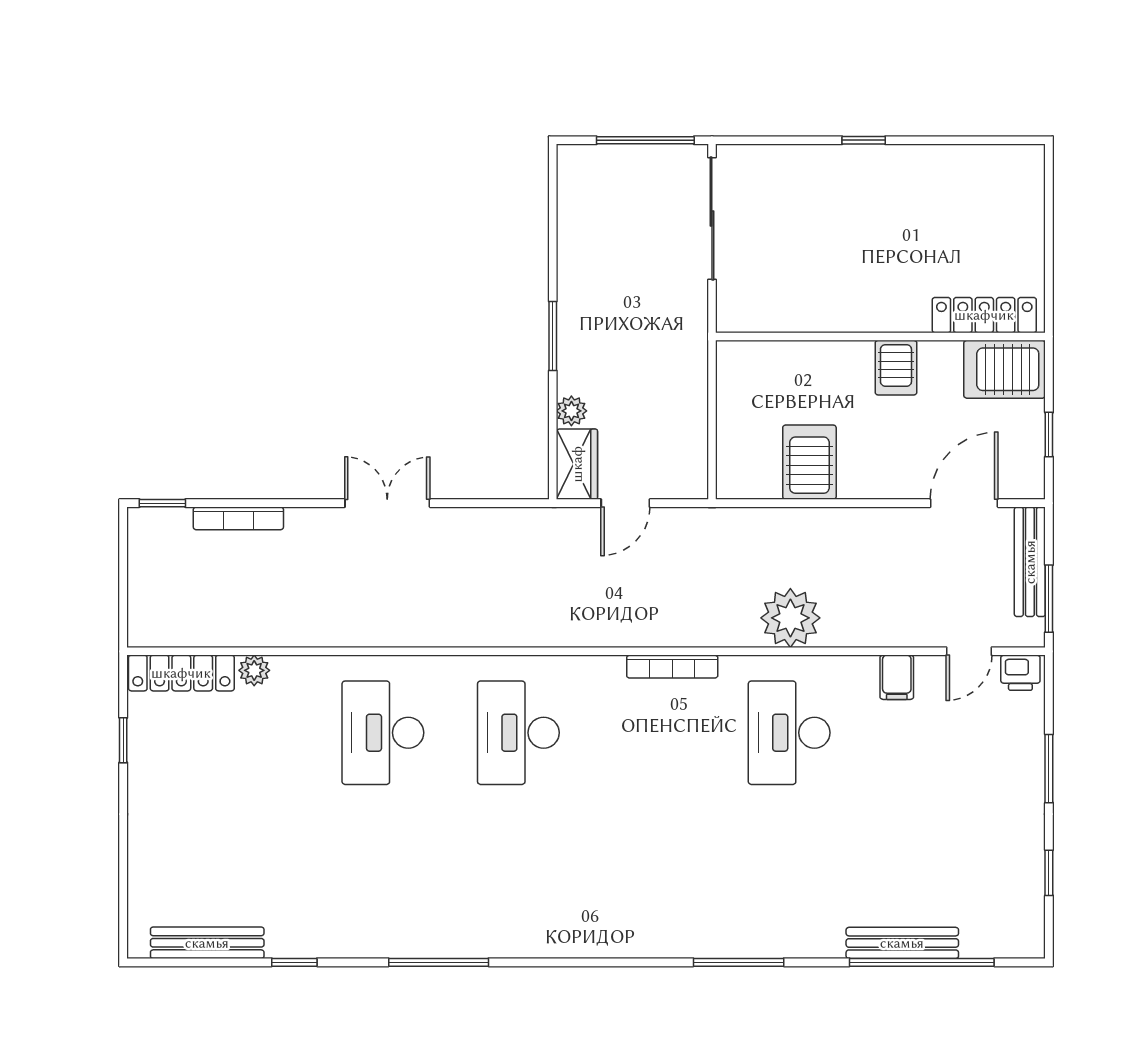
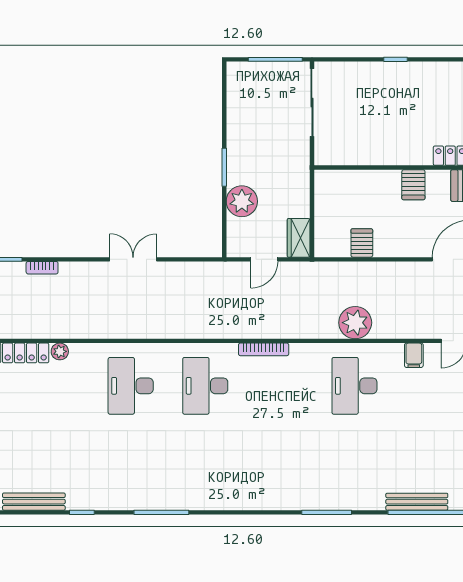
plant: (571, 411) -> (242, 201), width x1.87, depth x1.87
server rack: (809, 462) -> (362, 243), width x0.73, depth x0.70
wardrobe: (577, 464) -> (299, 238), moved, turned 180
bookcase: (238, 518) -> (42, 268), width x0.64
bookcase: (672, 667) -> (264, 349), moved

